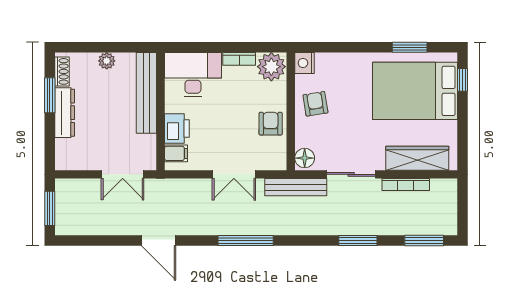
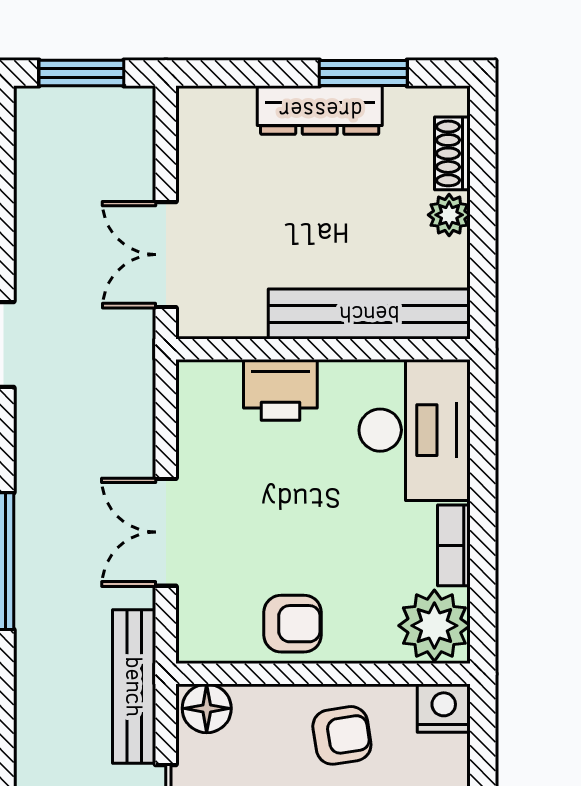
shoe rack: (62, 71) -> (452, 153), moved, turned 90
filing cabinet: (176, 153) -> (218, 388), removed

